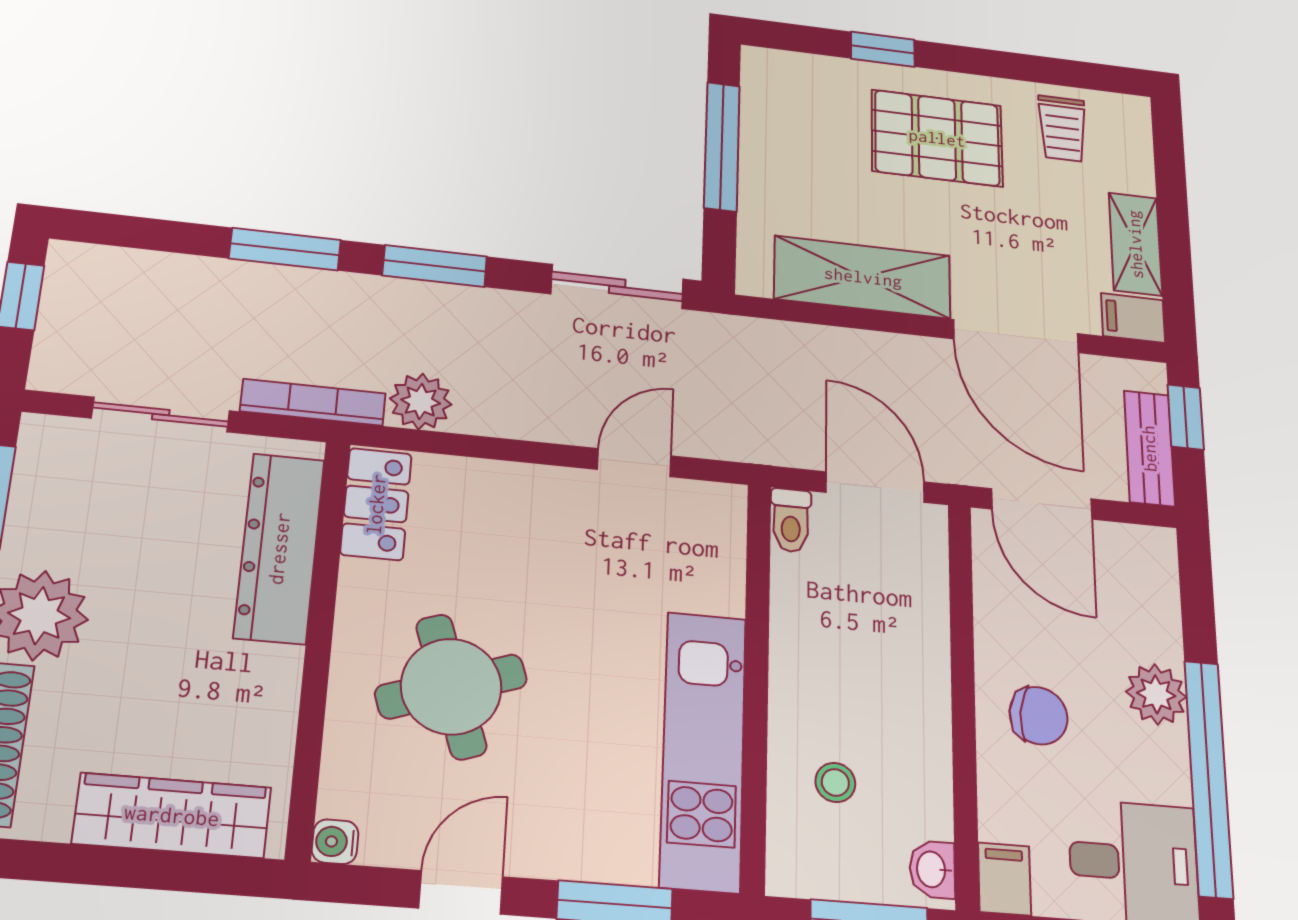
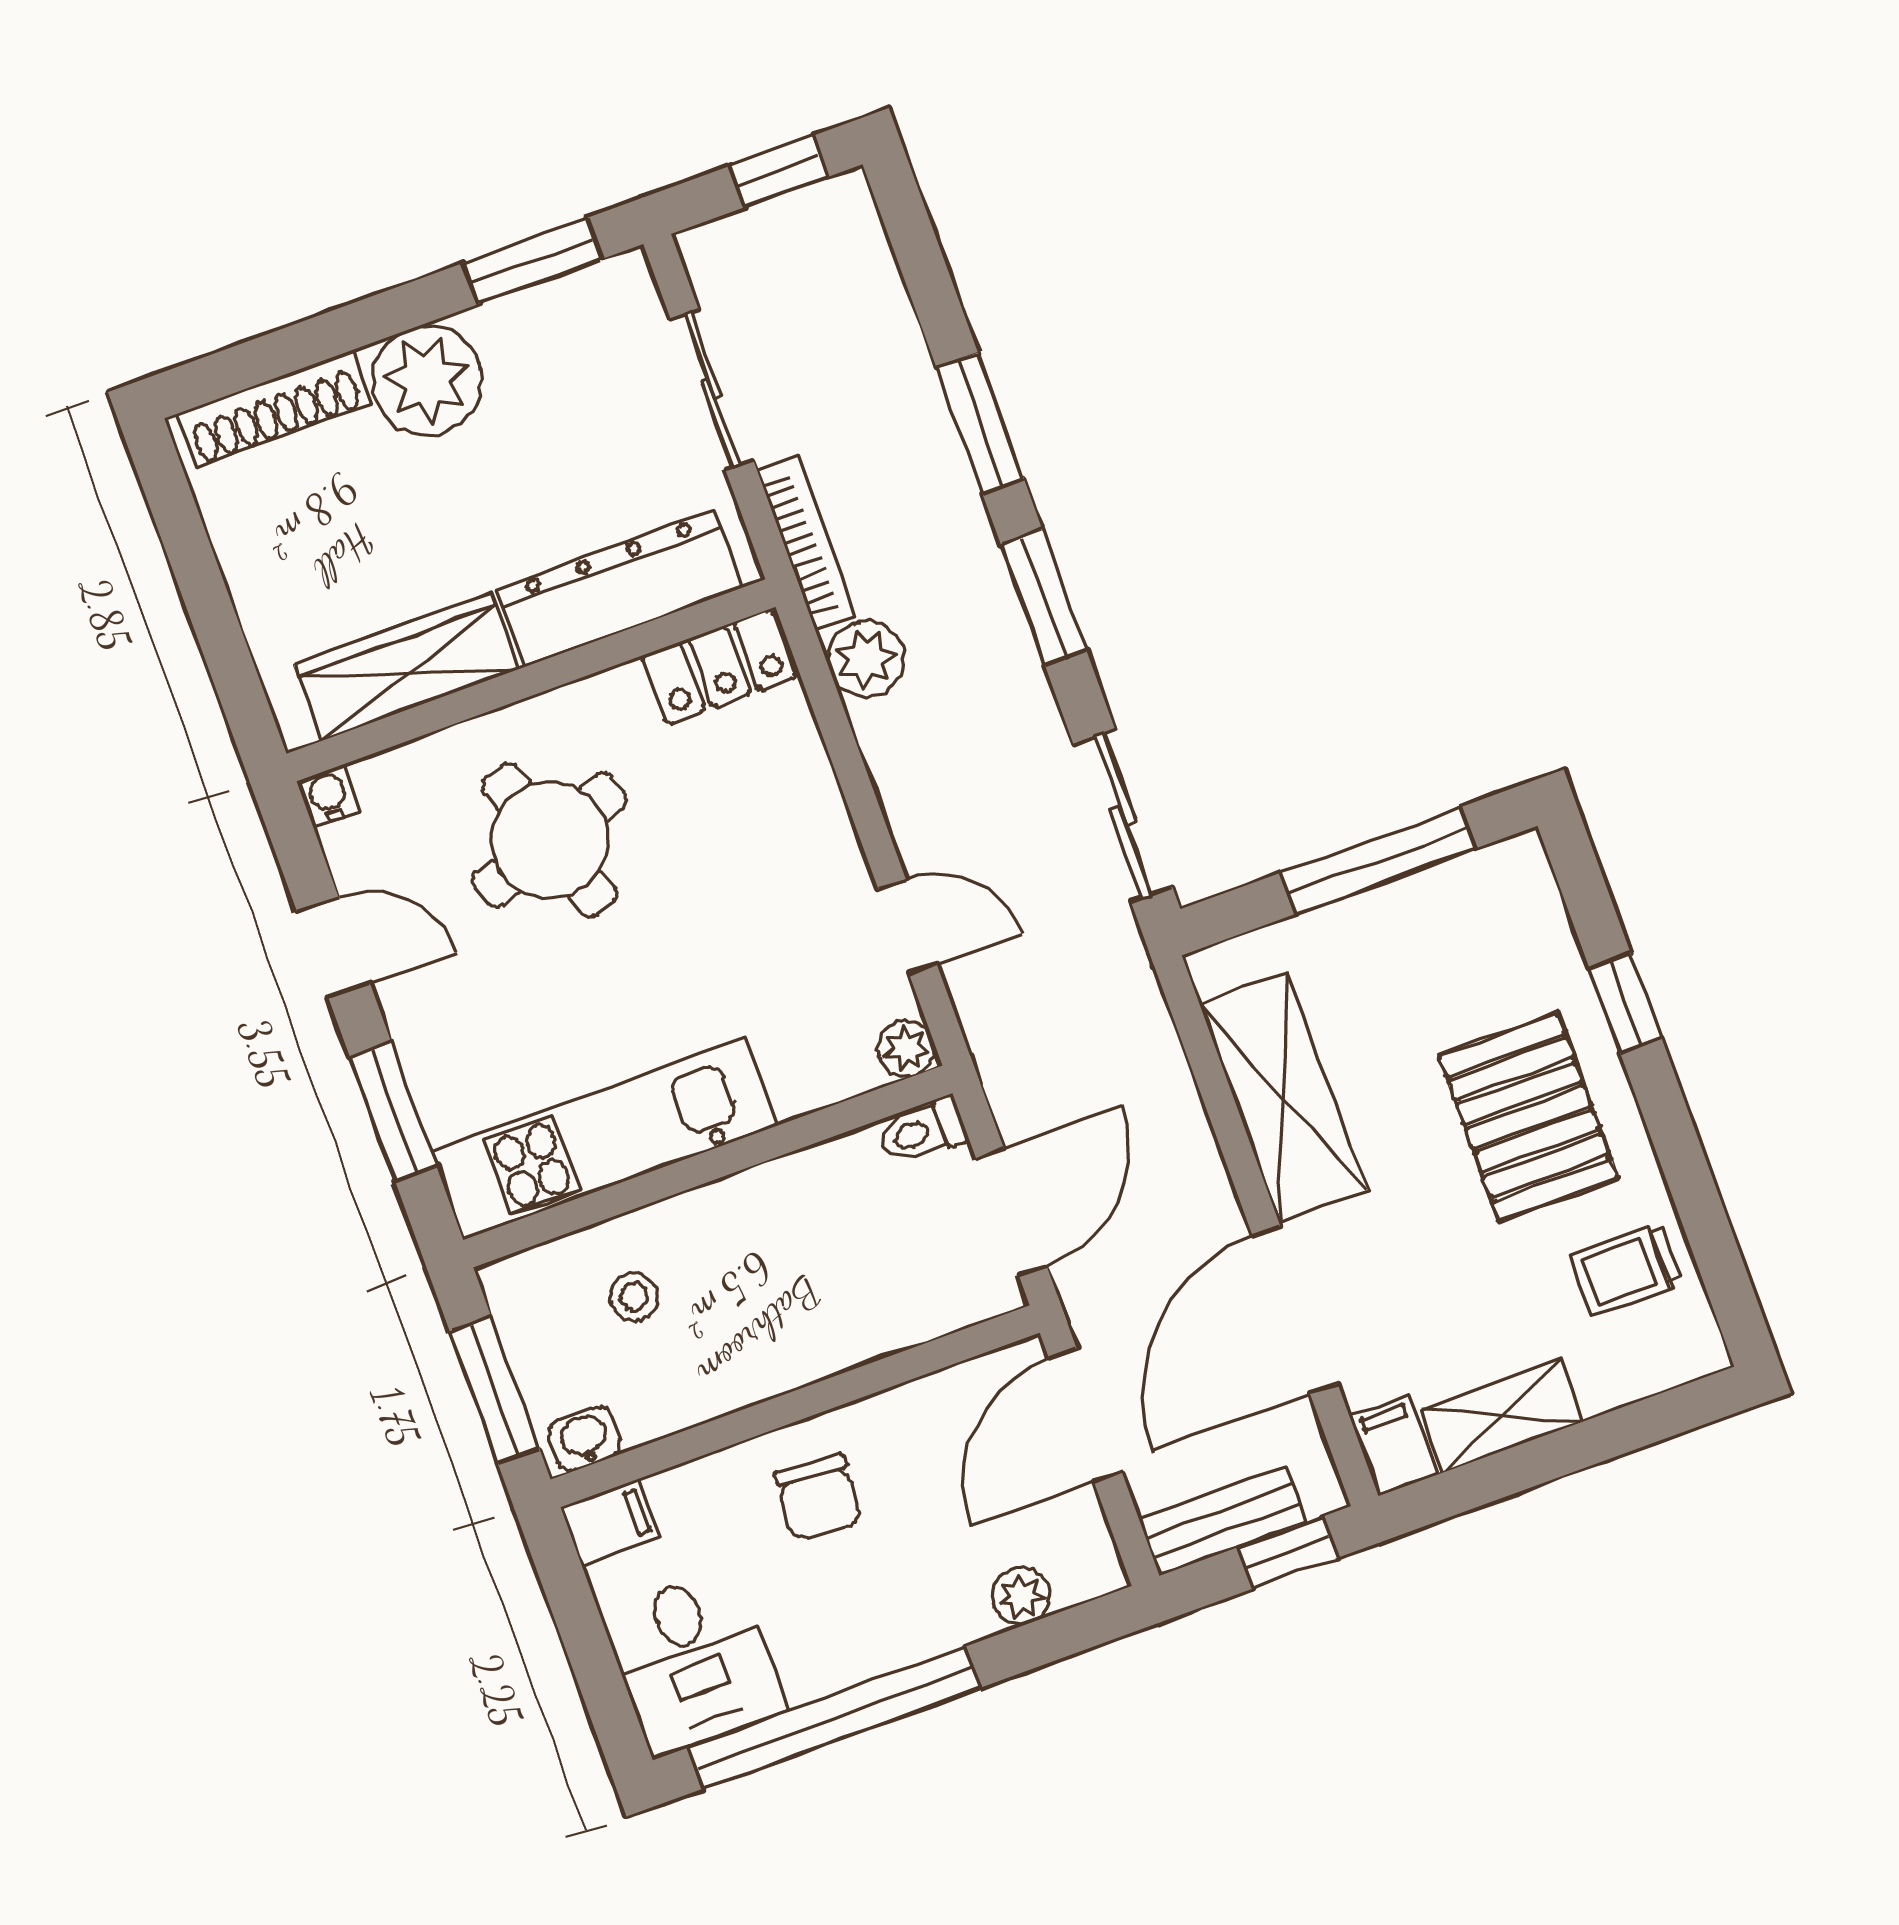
plant: (725, 504) -> (906, 1049), added
plant: (1156, 694) -> (1021, 1596), moved, width x0.73, depth x0.73
wardrobe: (172, 815) -> (406, 667), moved, turned -90

